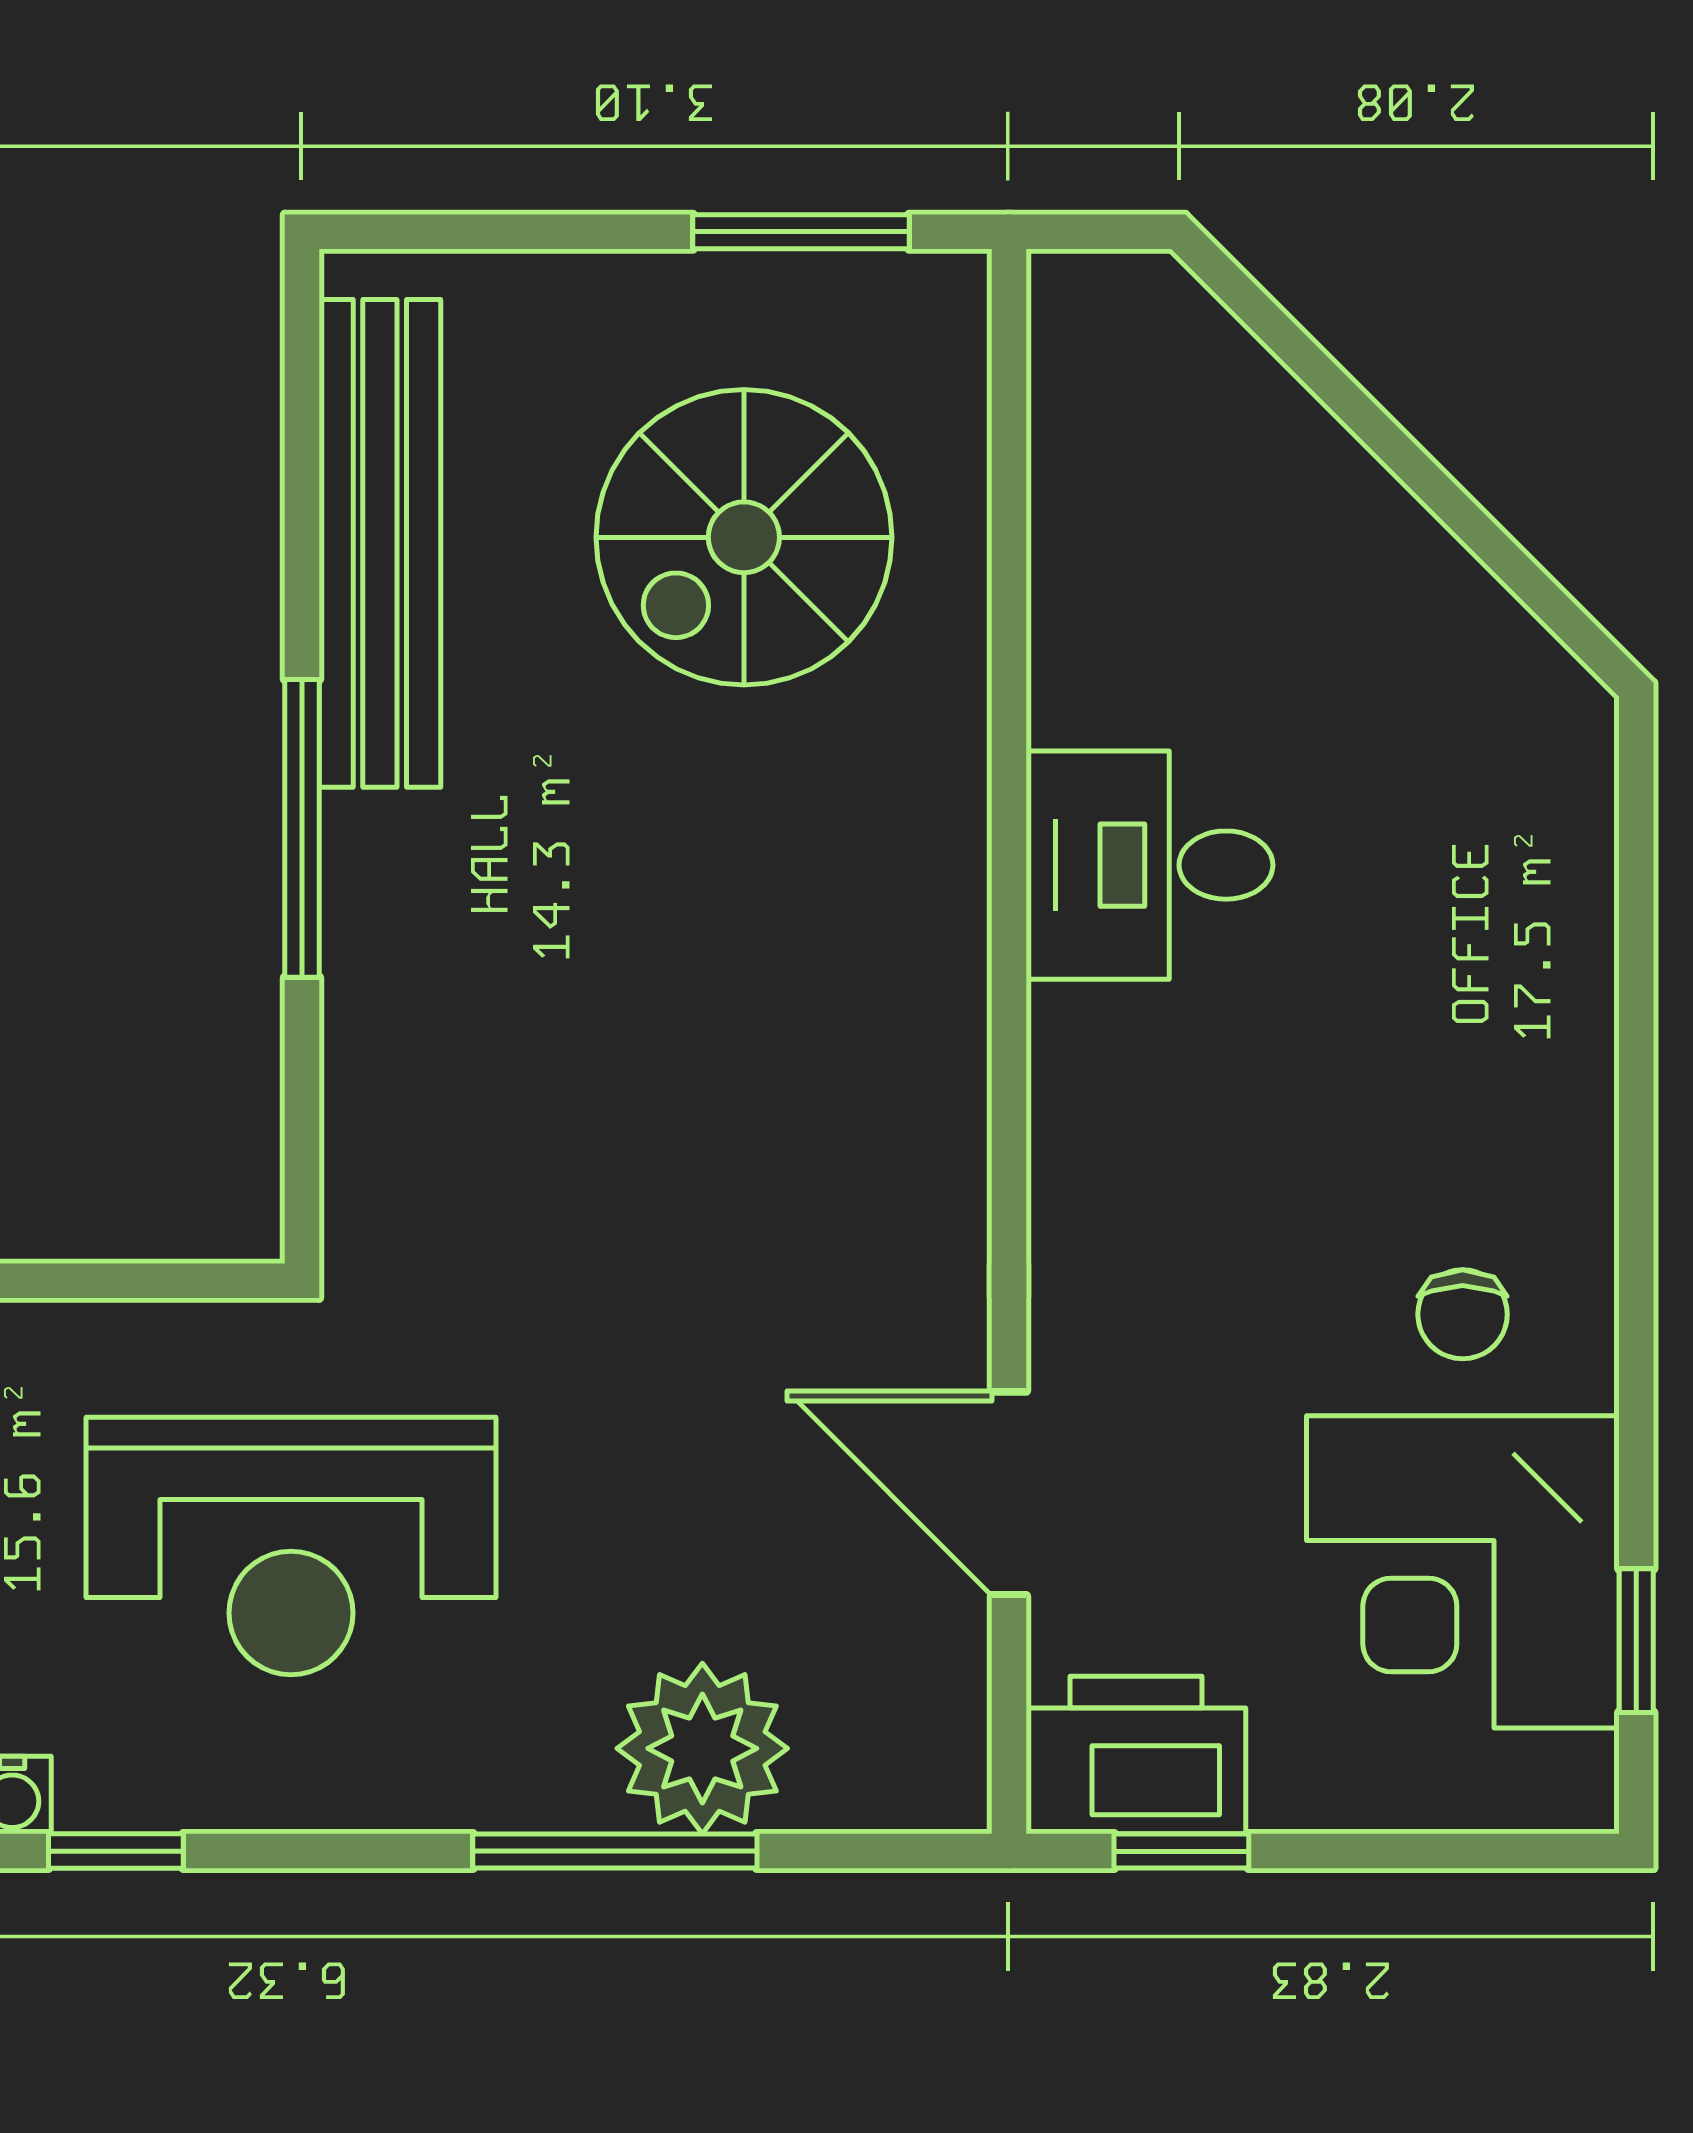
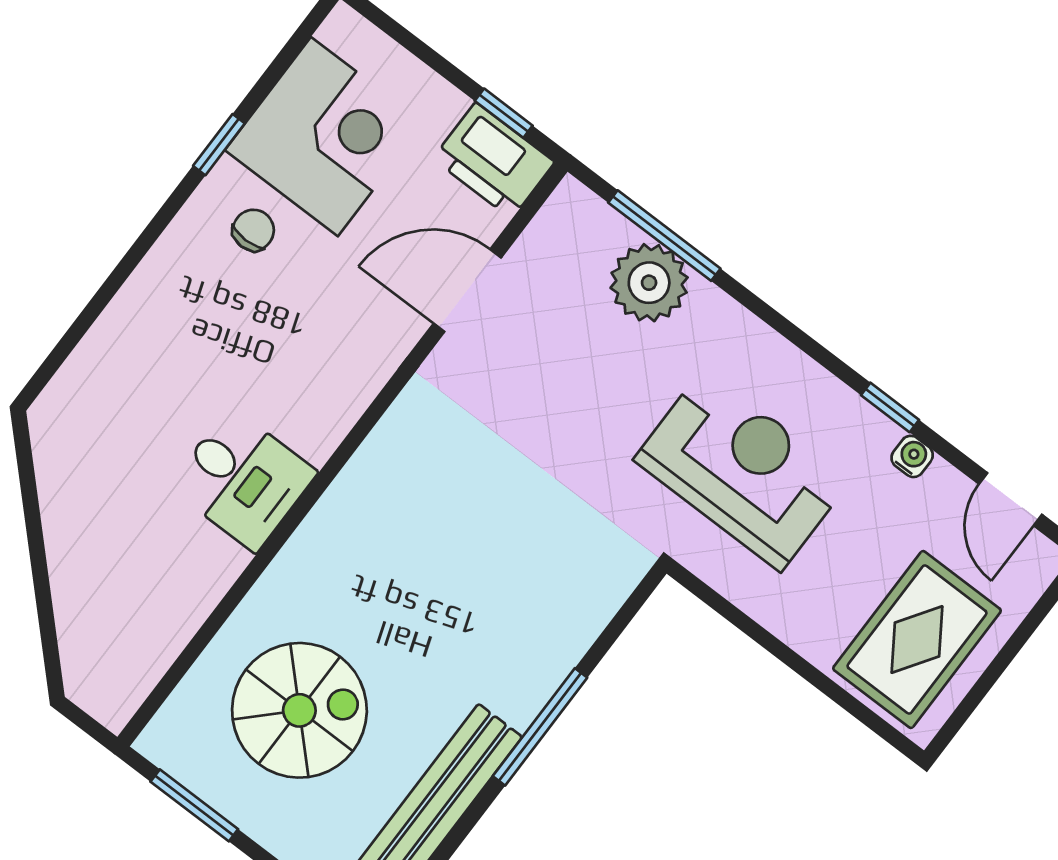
door: (1009, 1493) -> (467, 290), swing flipped
window: (1636, 1641) -> (219, 145), moved
window: (615, 1851) -> (664, 236), moved

